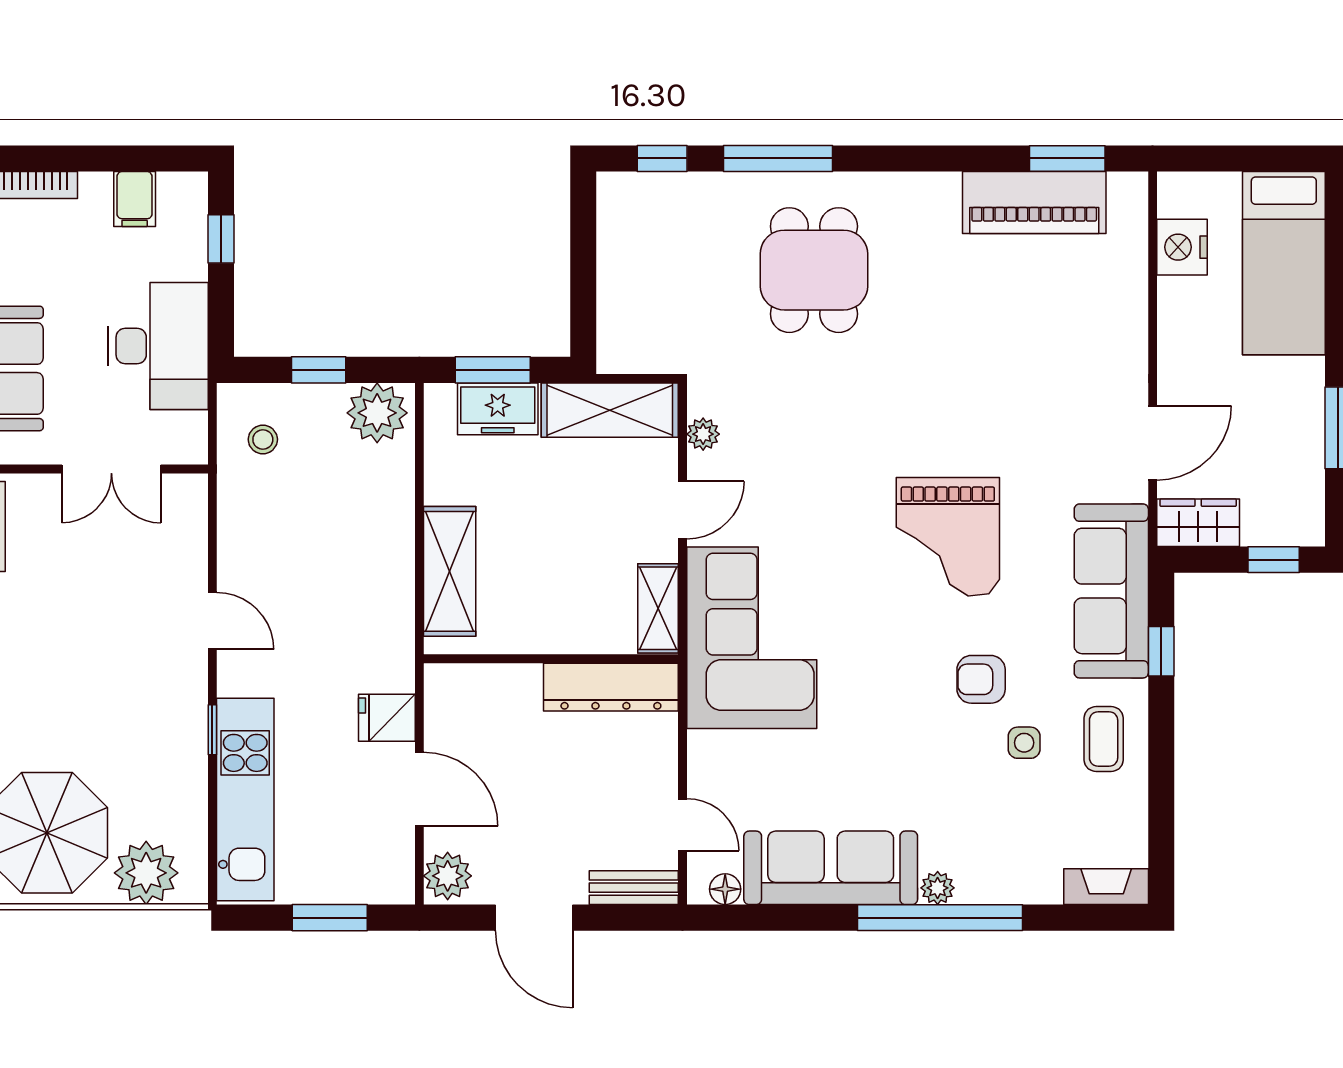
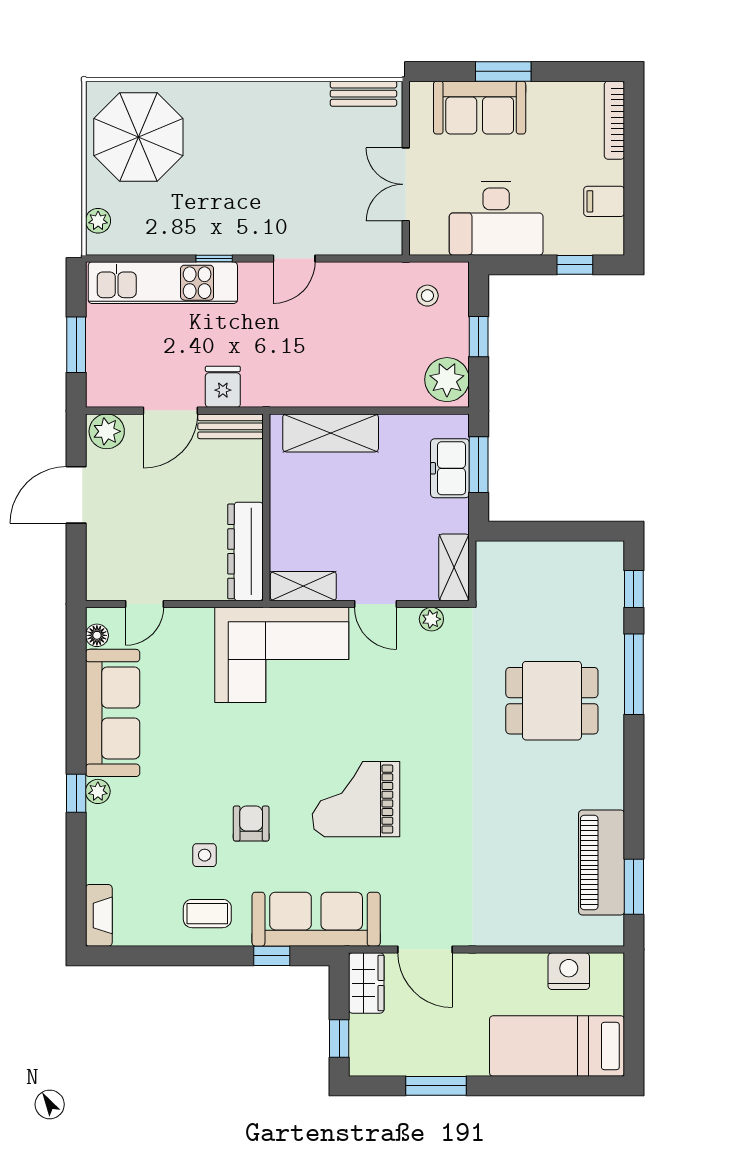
shelving: (610, 410) -> (454, 567), width x0.67, depth x0.75
plant: (146, 873) -> (98, 221), width x0.53, depth x0.53
bench: (634, 888) -> (230, 426), moved, turned 90
window: (940, 918) -> (76, 793), width x0.32

